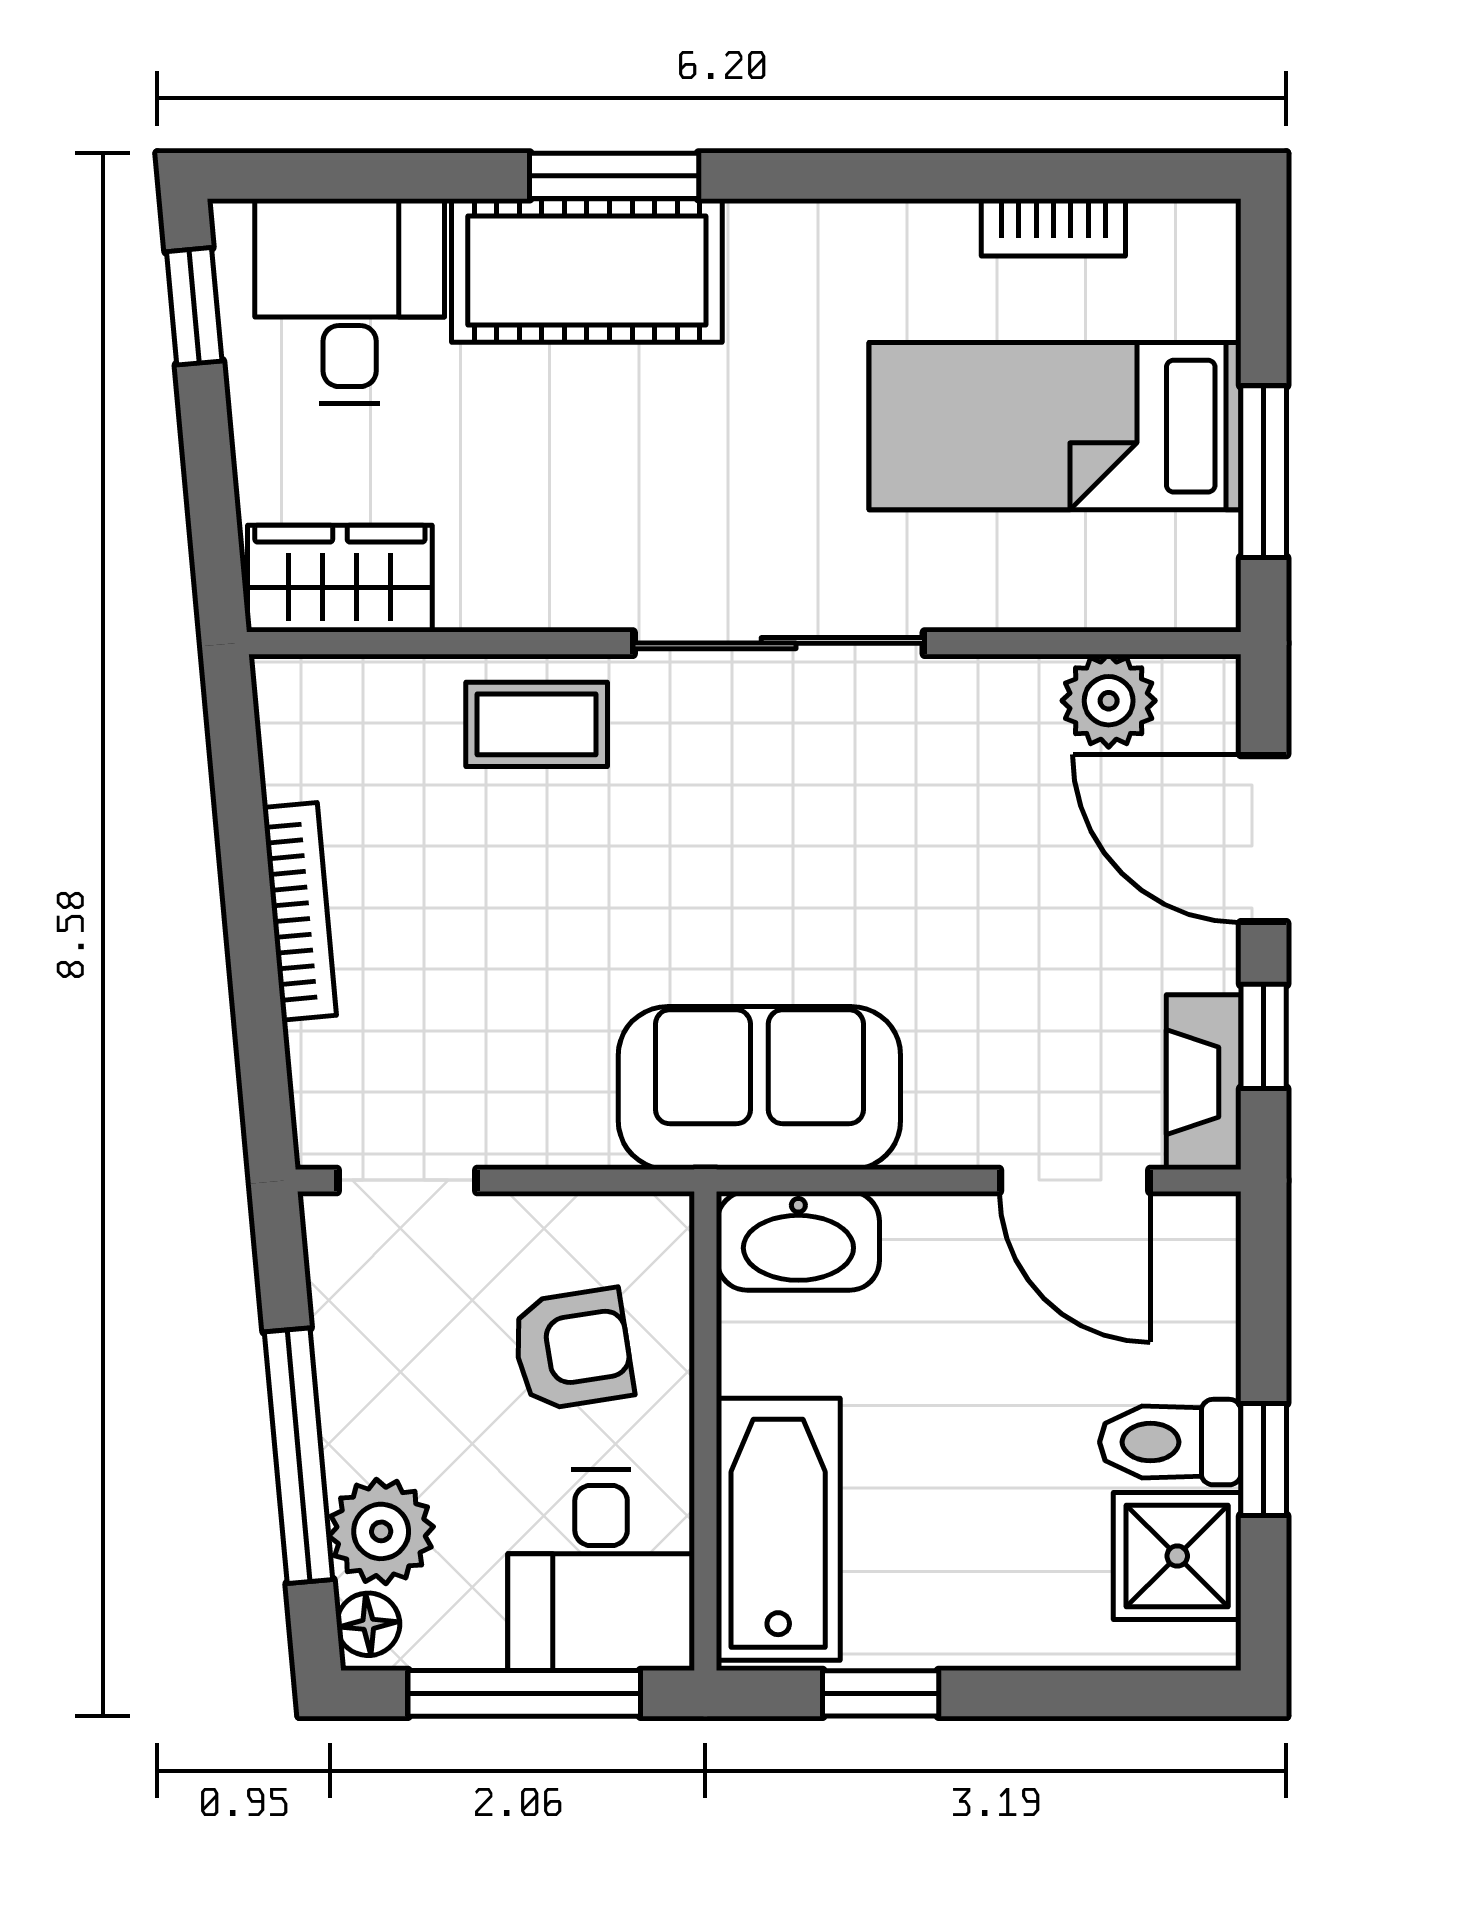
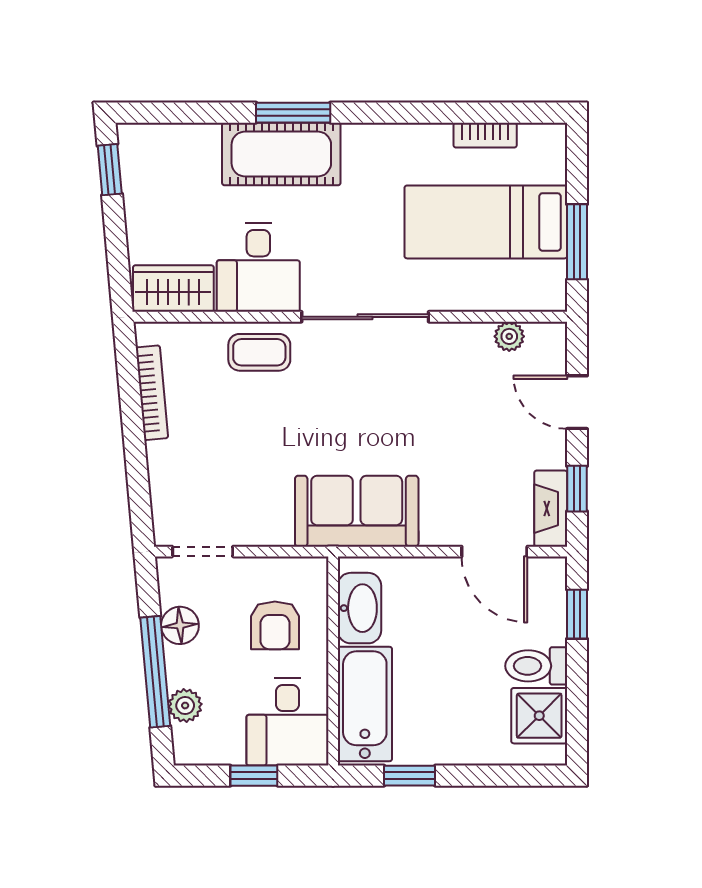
desk: (350, 301) -> (258, 267), moved, turned 180
plant: (1109, 701) -> (509, 336), width x0.73, depth x0.73
door: (1264, 839) -> (577, 402), width x0.73
bookcase: (299, 911) -> (152, 393), moved
washbasin: (798, 1241) -> (359, 608), moved, turned -90
armchair: (573, 1349) -> (275, 625), turned 99
window: (1264, 1460) -> (577, 614), moved
plant: (381, 1531) -> (185, 706), width x0.73, depth x0.73
floor lamp: (368, 1624) -> (180, 625), moved, width x1.37, depth x1.37
window: (524, 1693) -> (254, 776), width x0.46

